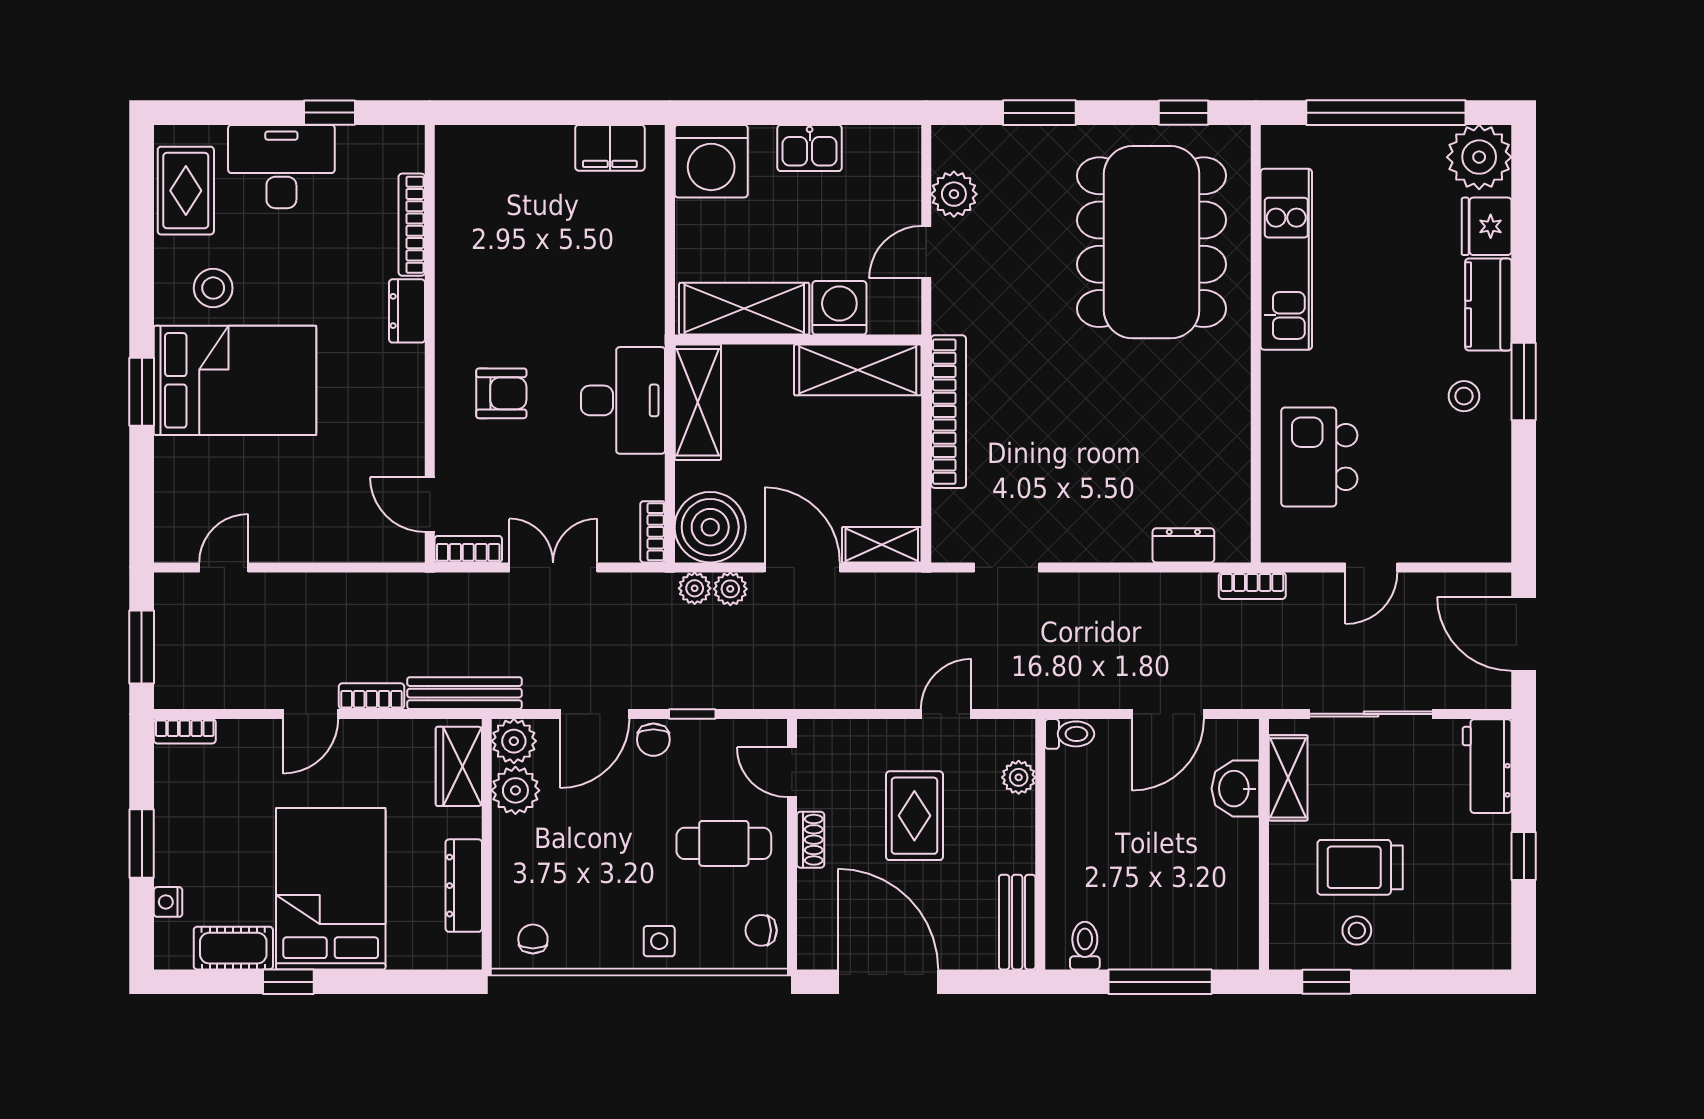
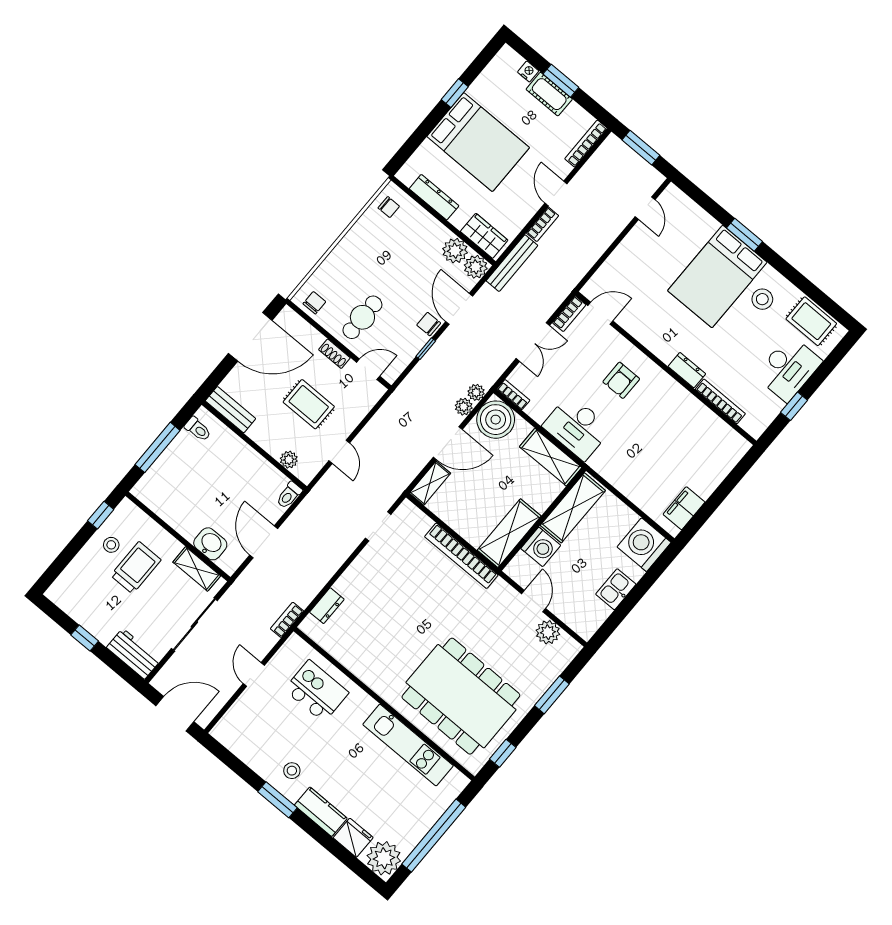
bookcase: (185, 731) -> (586, 144), width x1.56
side table: (659, 941) -> (345, 258), removed
cot: (233, 948) -> (549, 94), moved, turned 90

